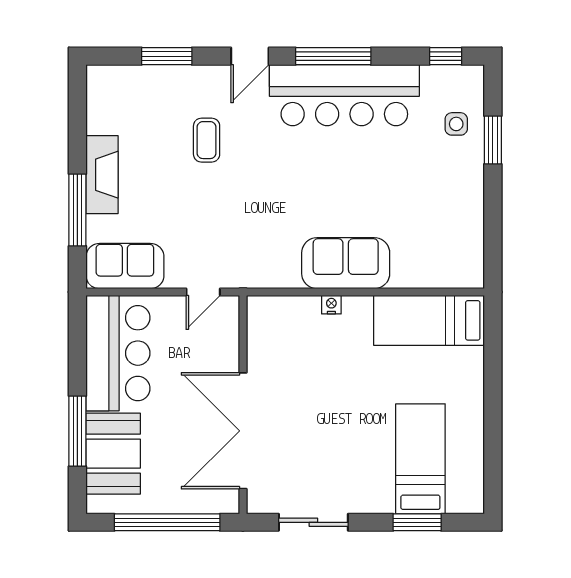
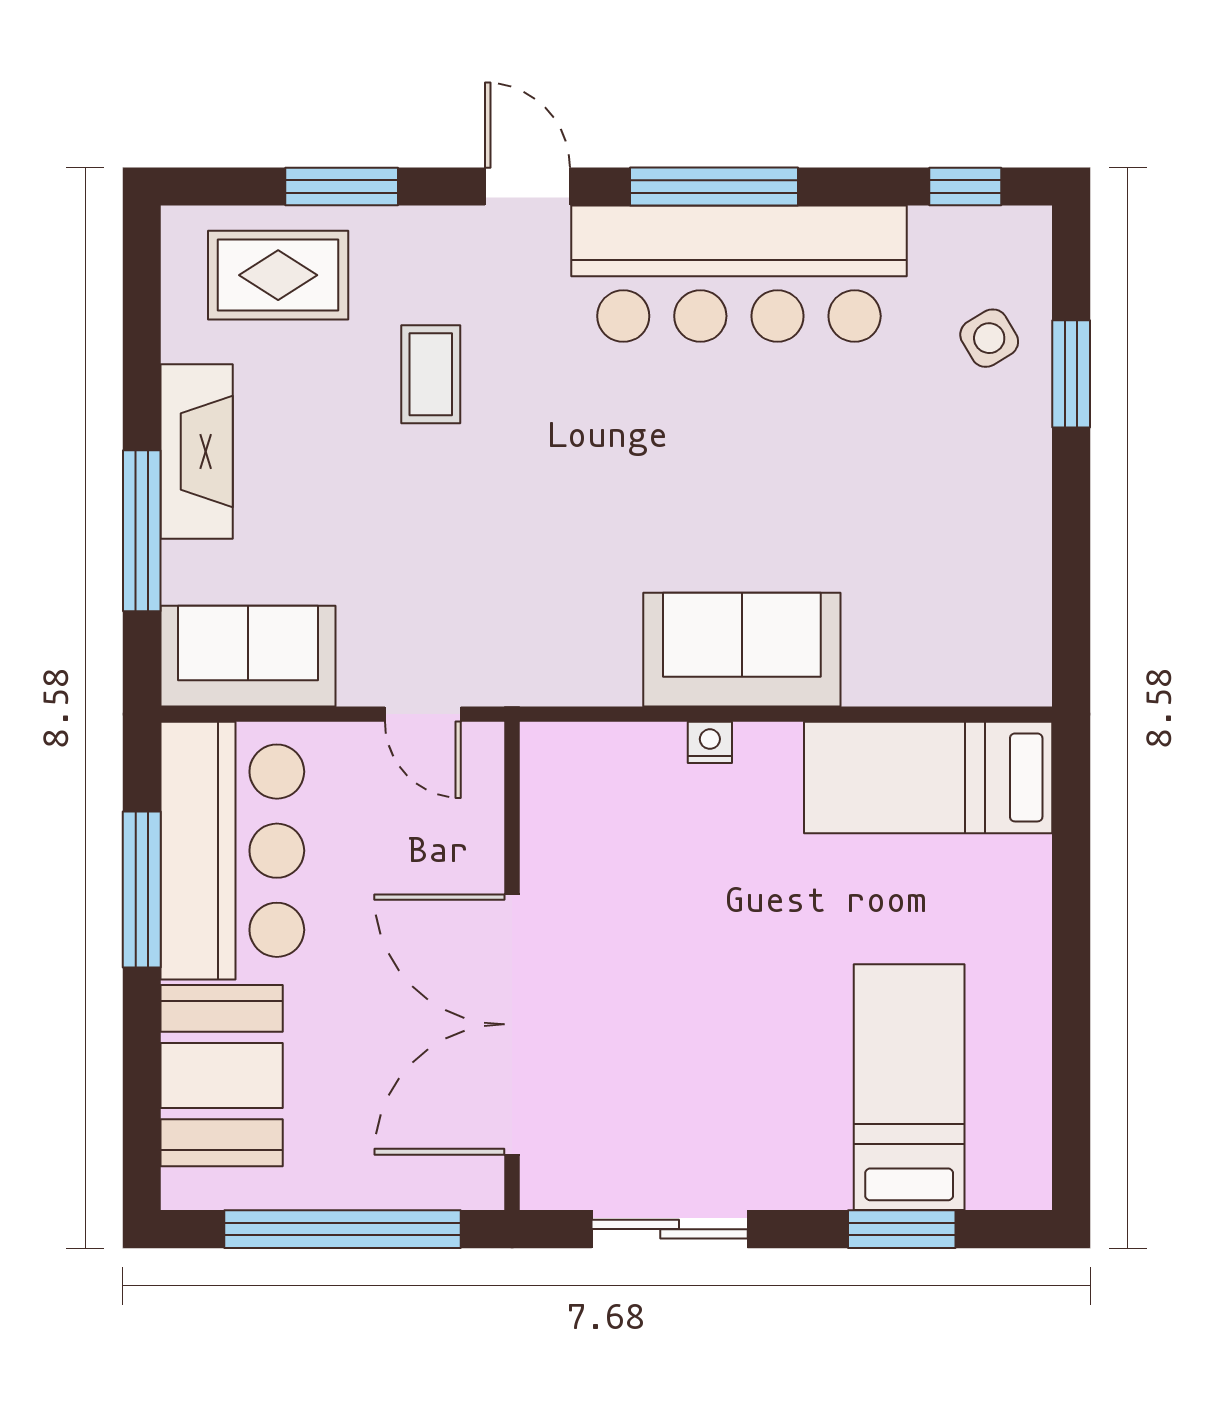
door: (250, 56) -> (527, 187), swing flipped
rug: (138, 96) -> (278, 275), added
side table: (456, 124) -> (989, 338), turned -31
door: (203, 292) -> (423, 714), hinge flipped
window: (77, 431) -> (142, 889), moved

